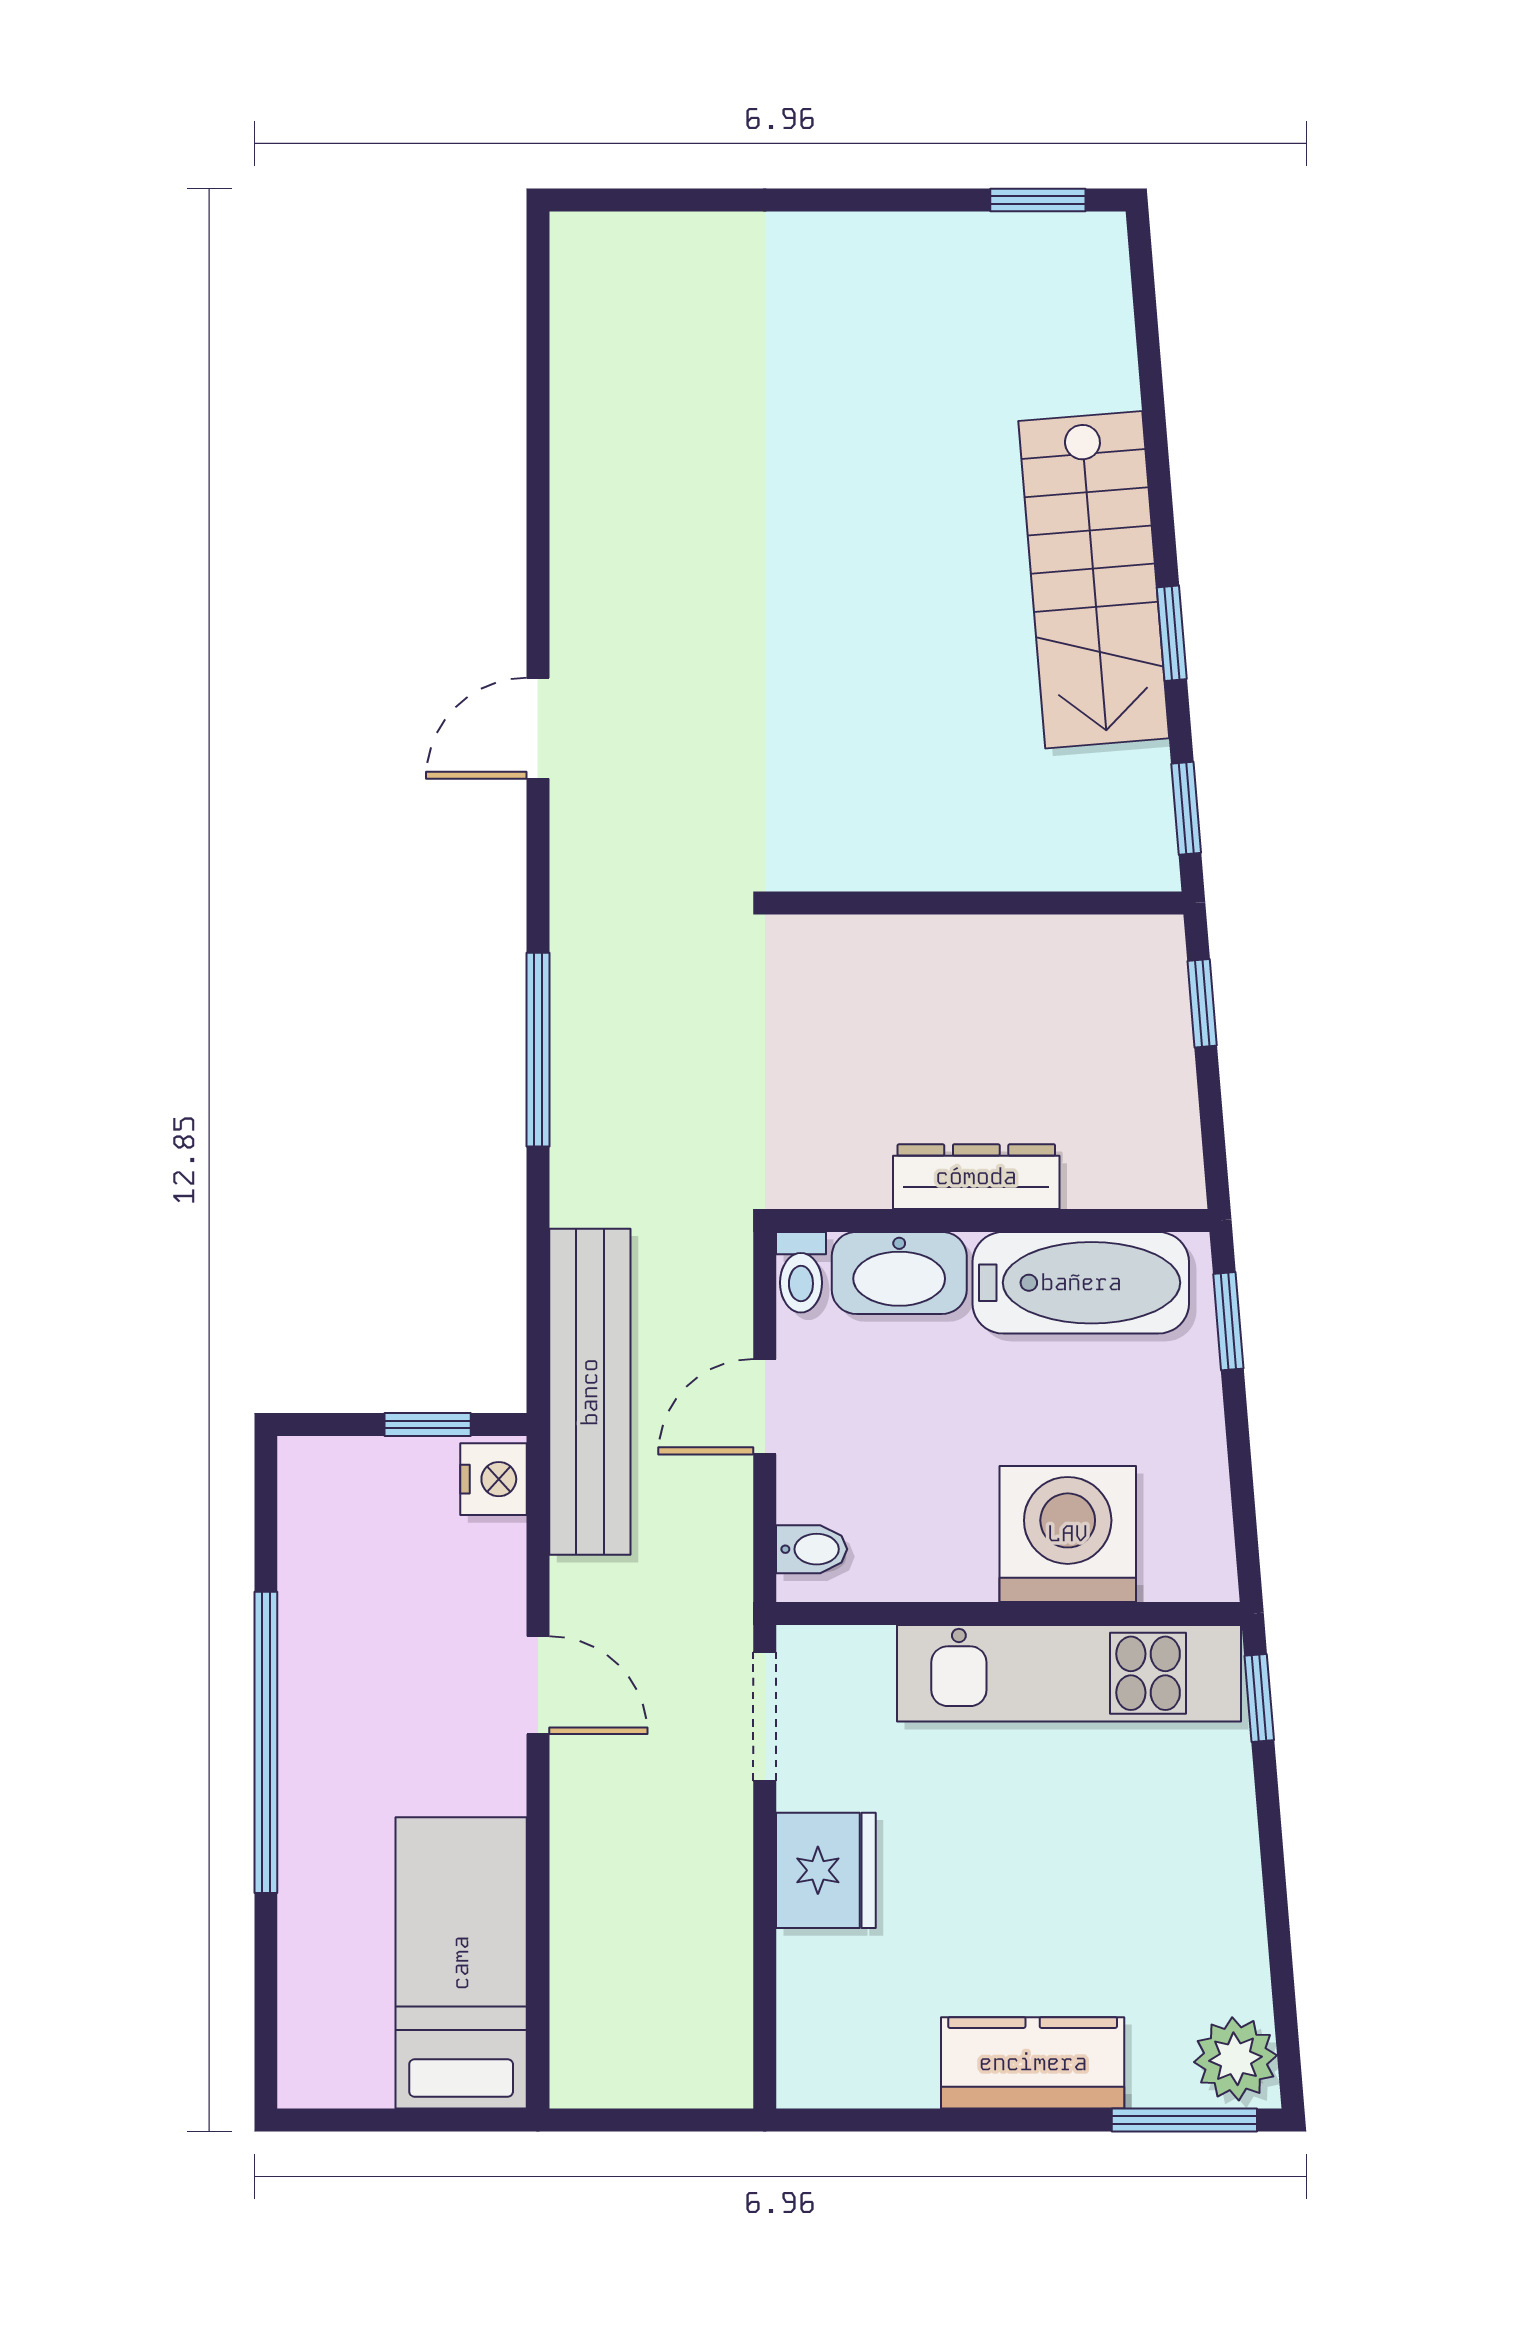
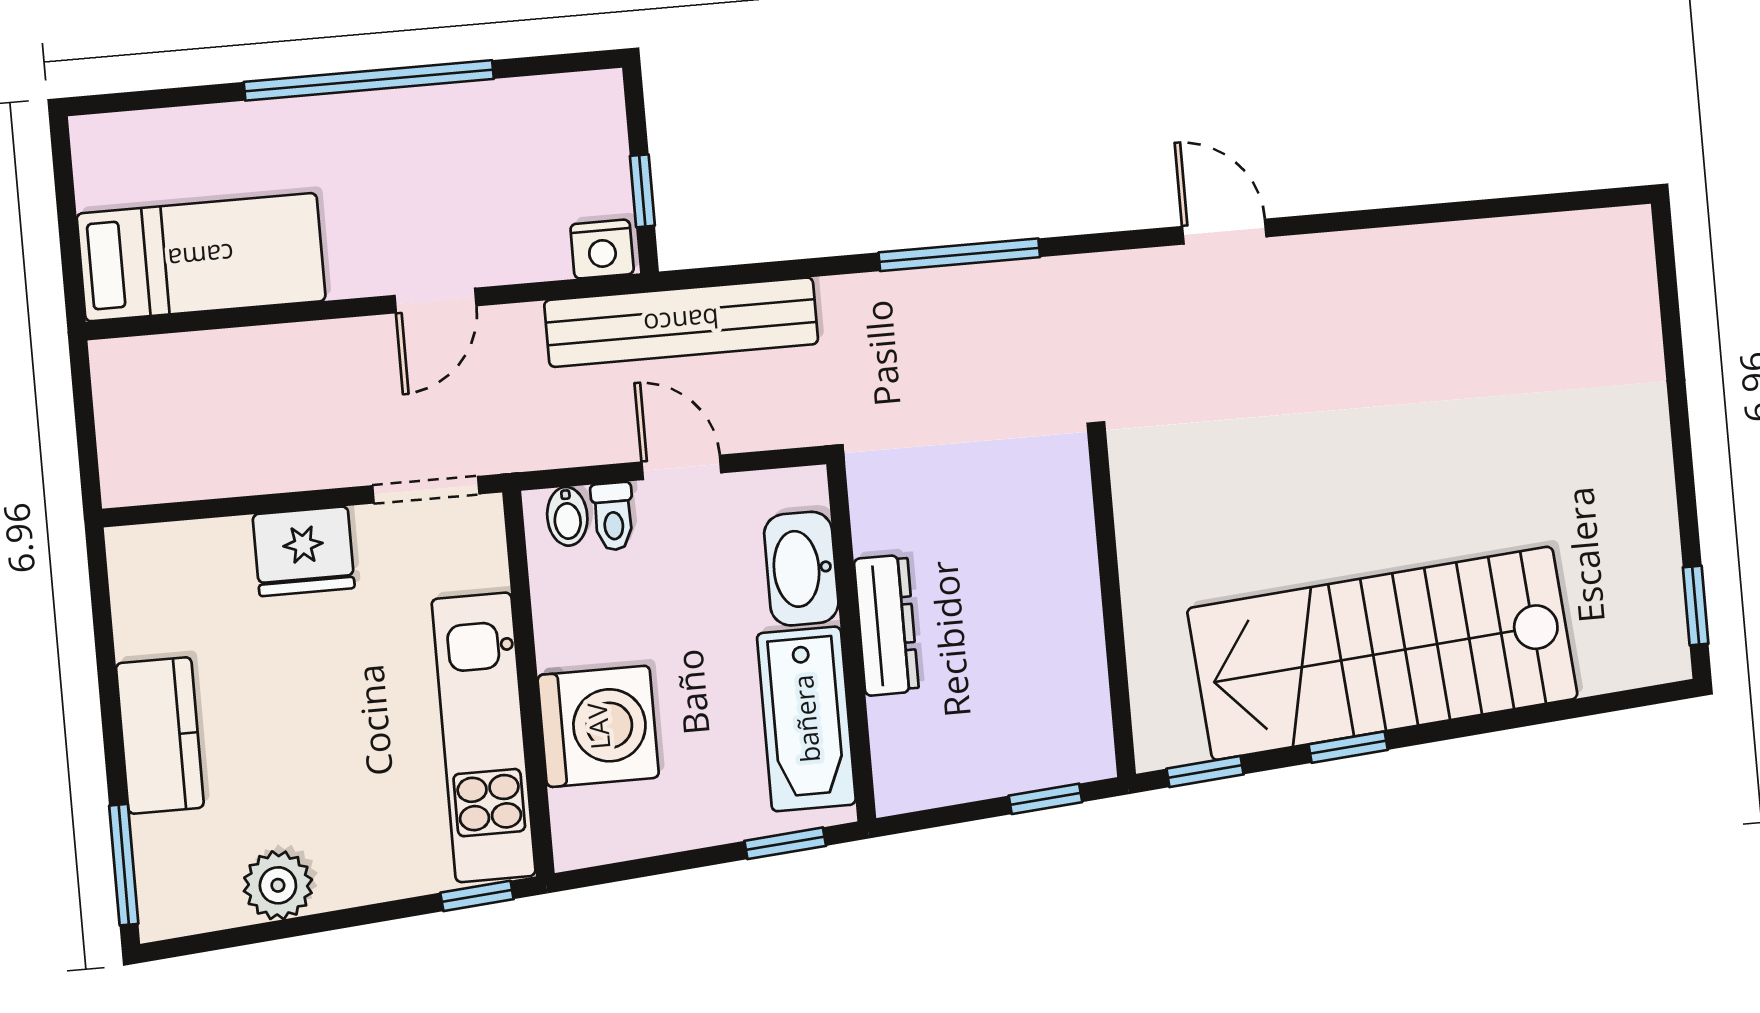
stairs: (1094, 580) -> (1382, 653), width x1.36, depth x1.51
toilet: (801, 1272) -> (613, 516), moved, turned -90
plant: (1235, 2059) -> (278, 885), moved

